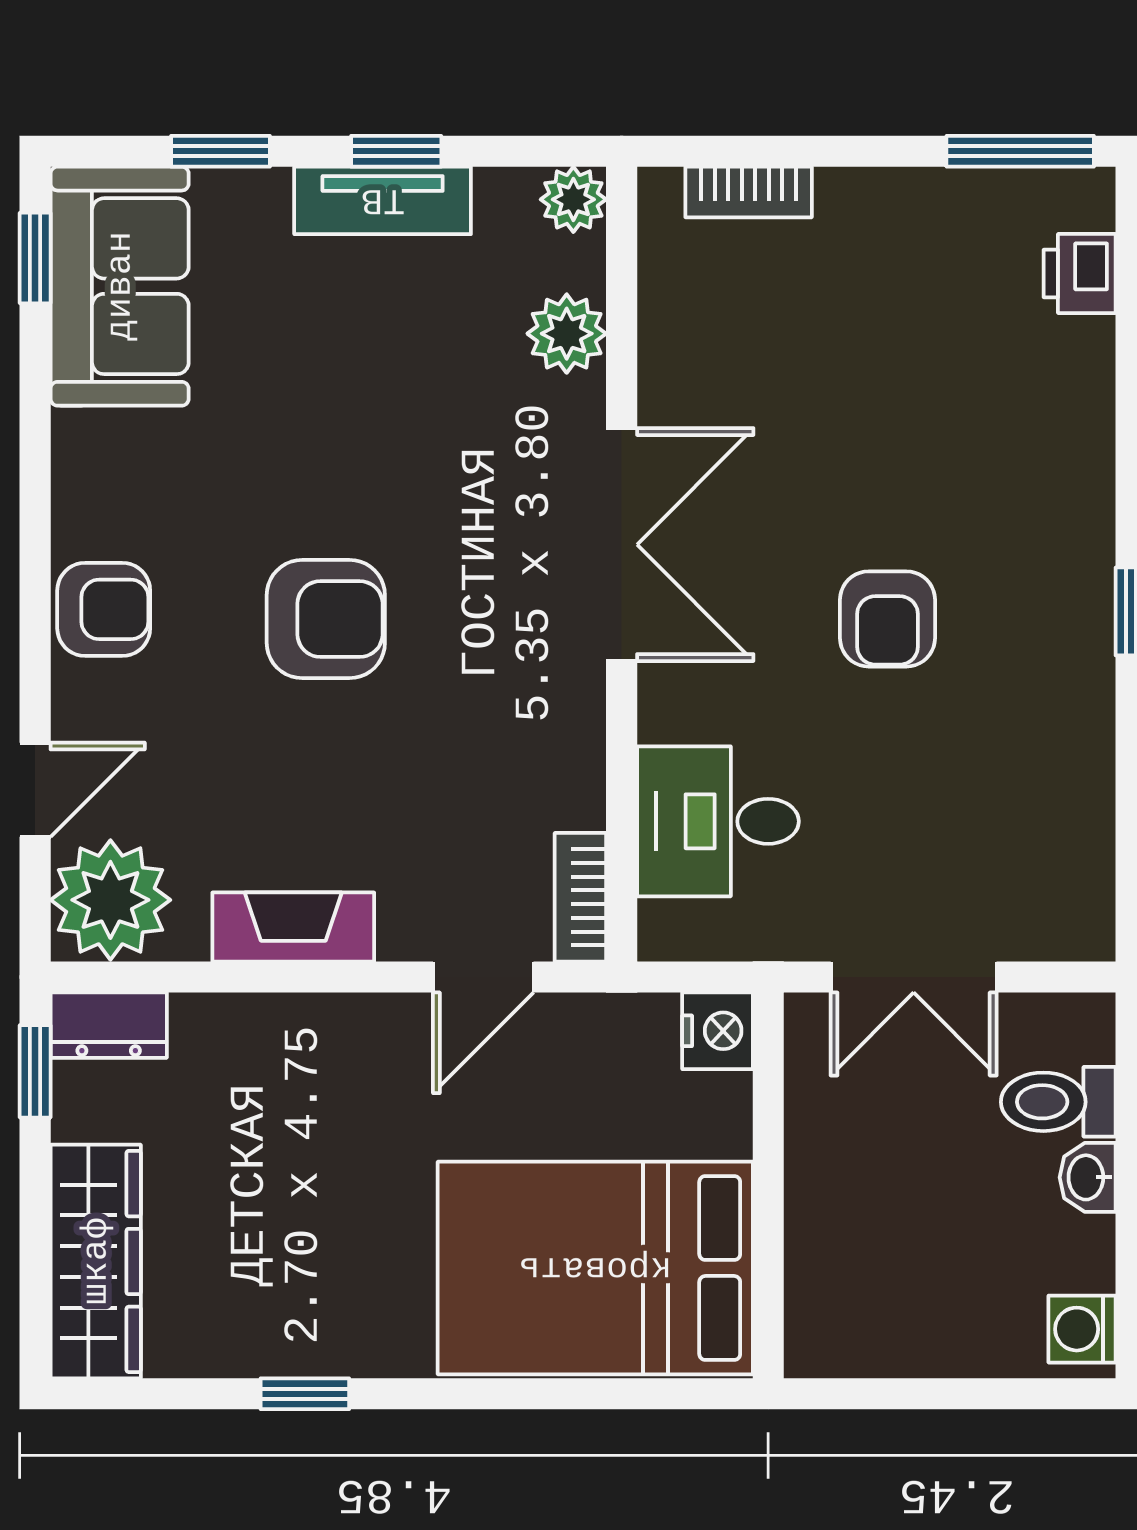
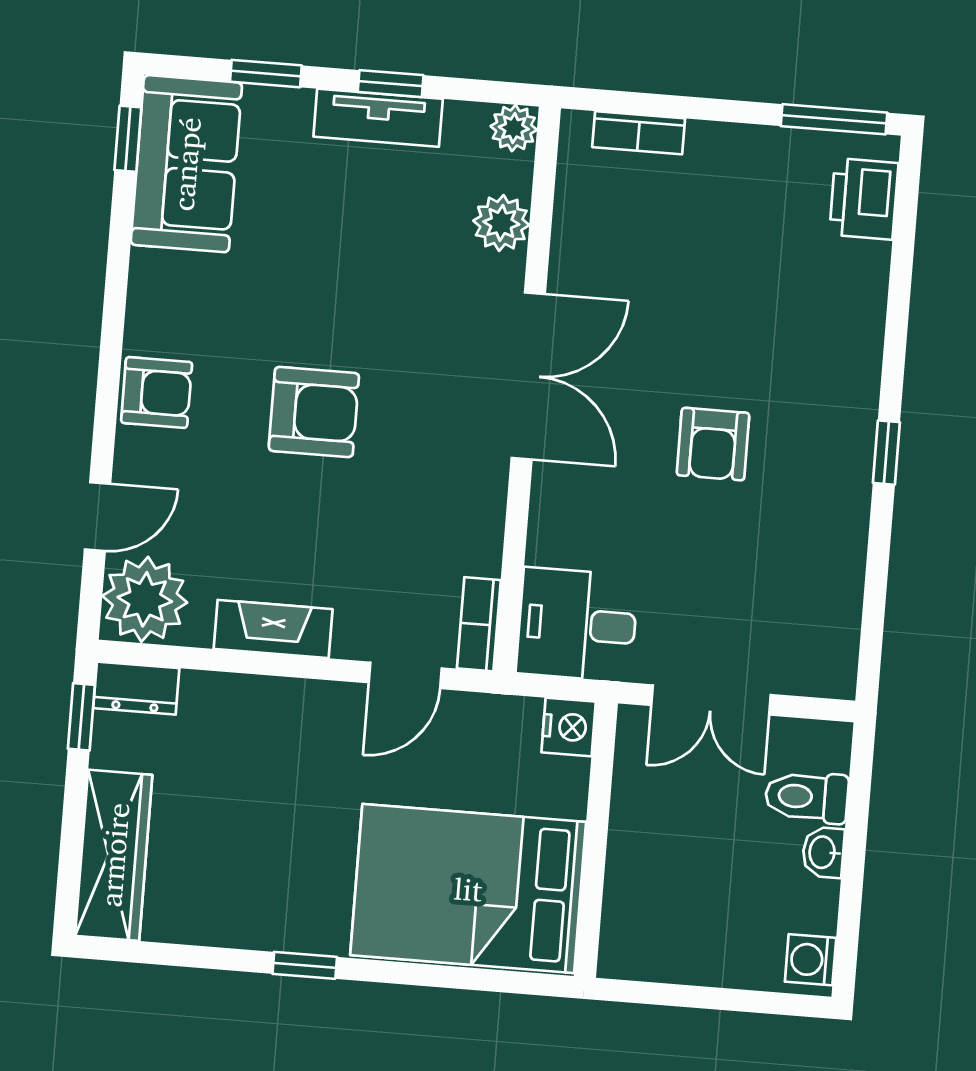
printer: (1080, 273) -> (864, 199), width x1.36, depth x1.24
desk: (718, 821) -> (577, 625), moved
window: (305, 1394) -> (305, 965), moved

